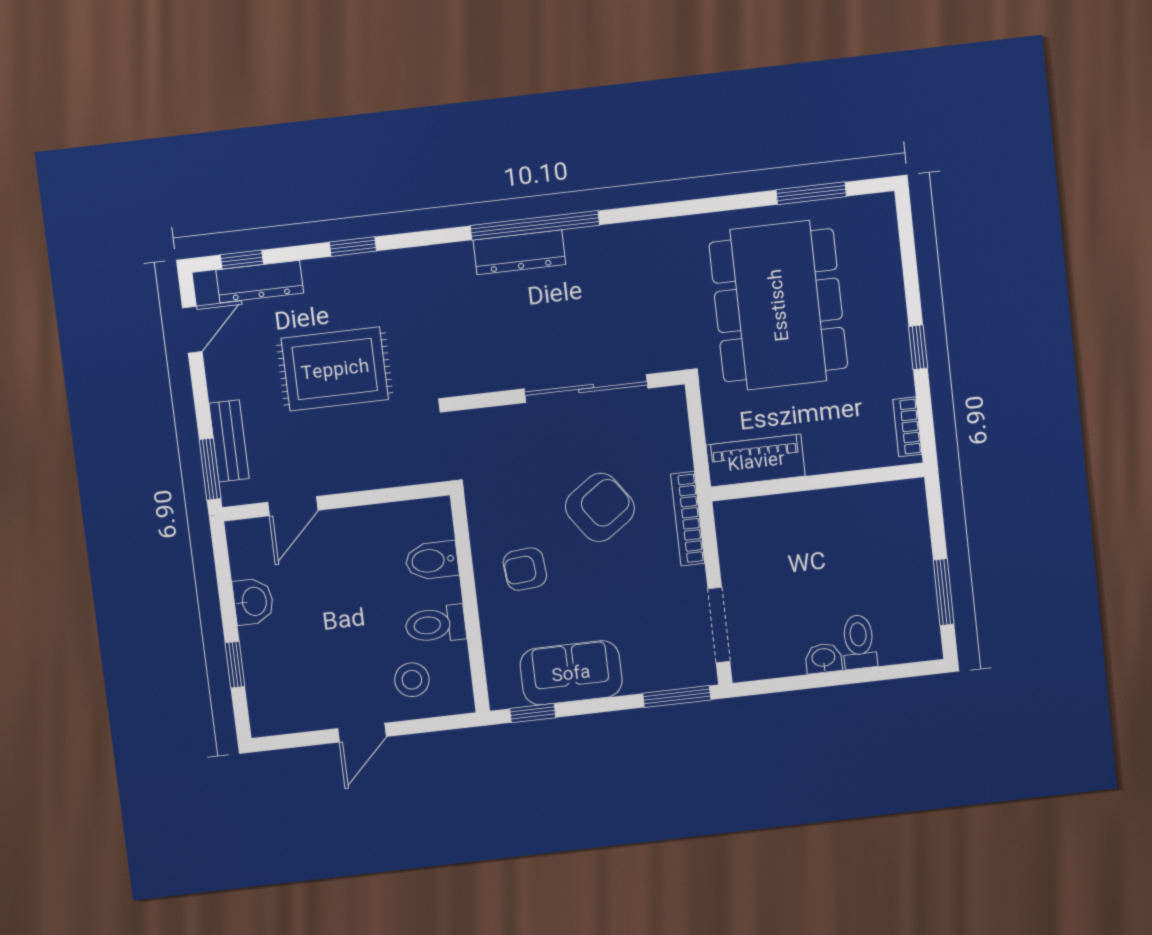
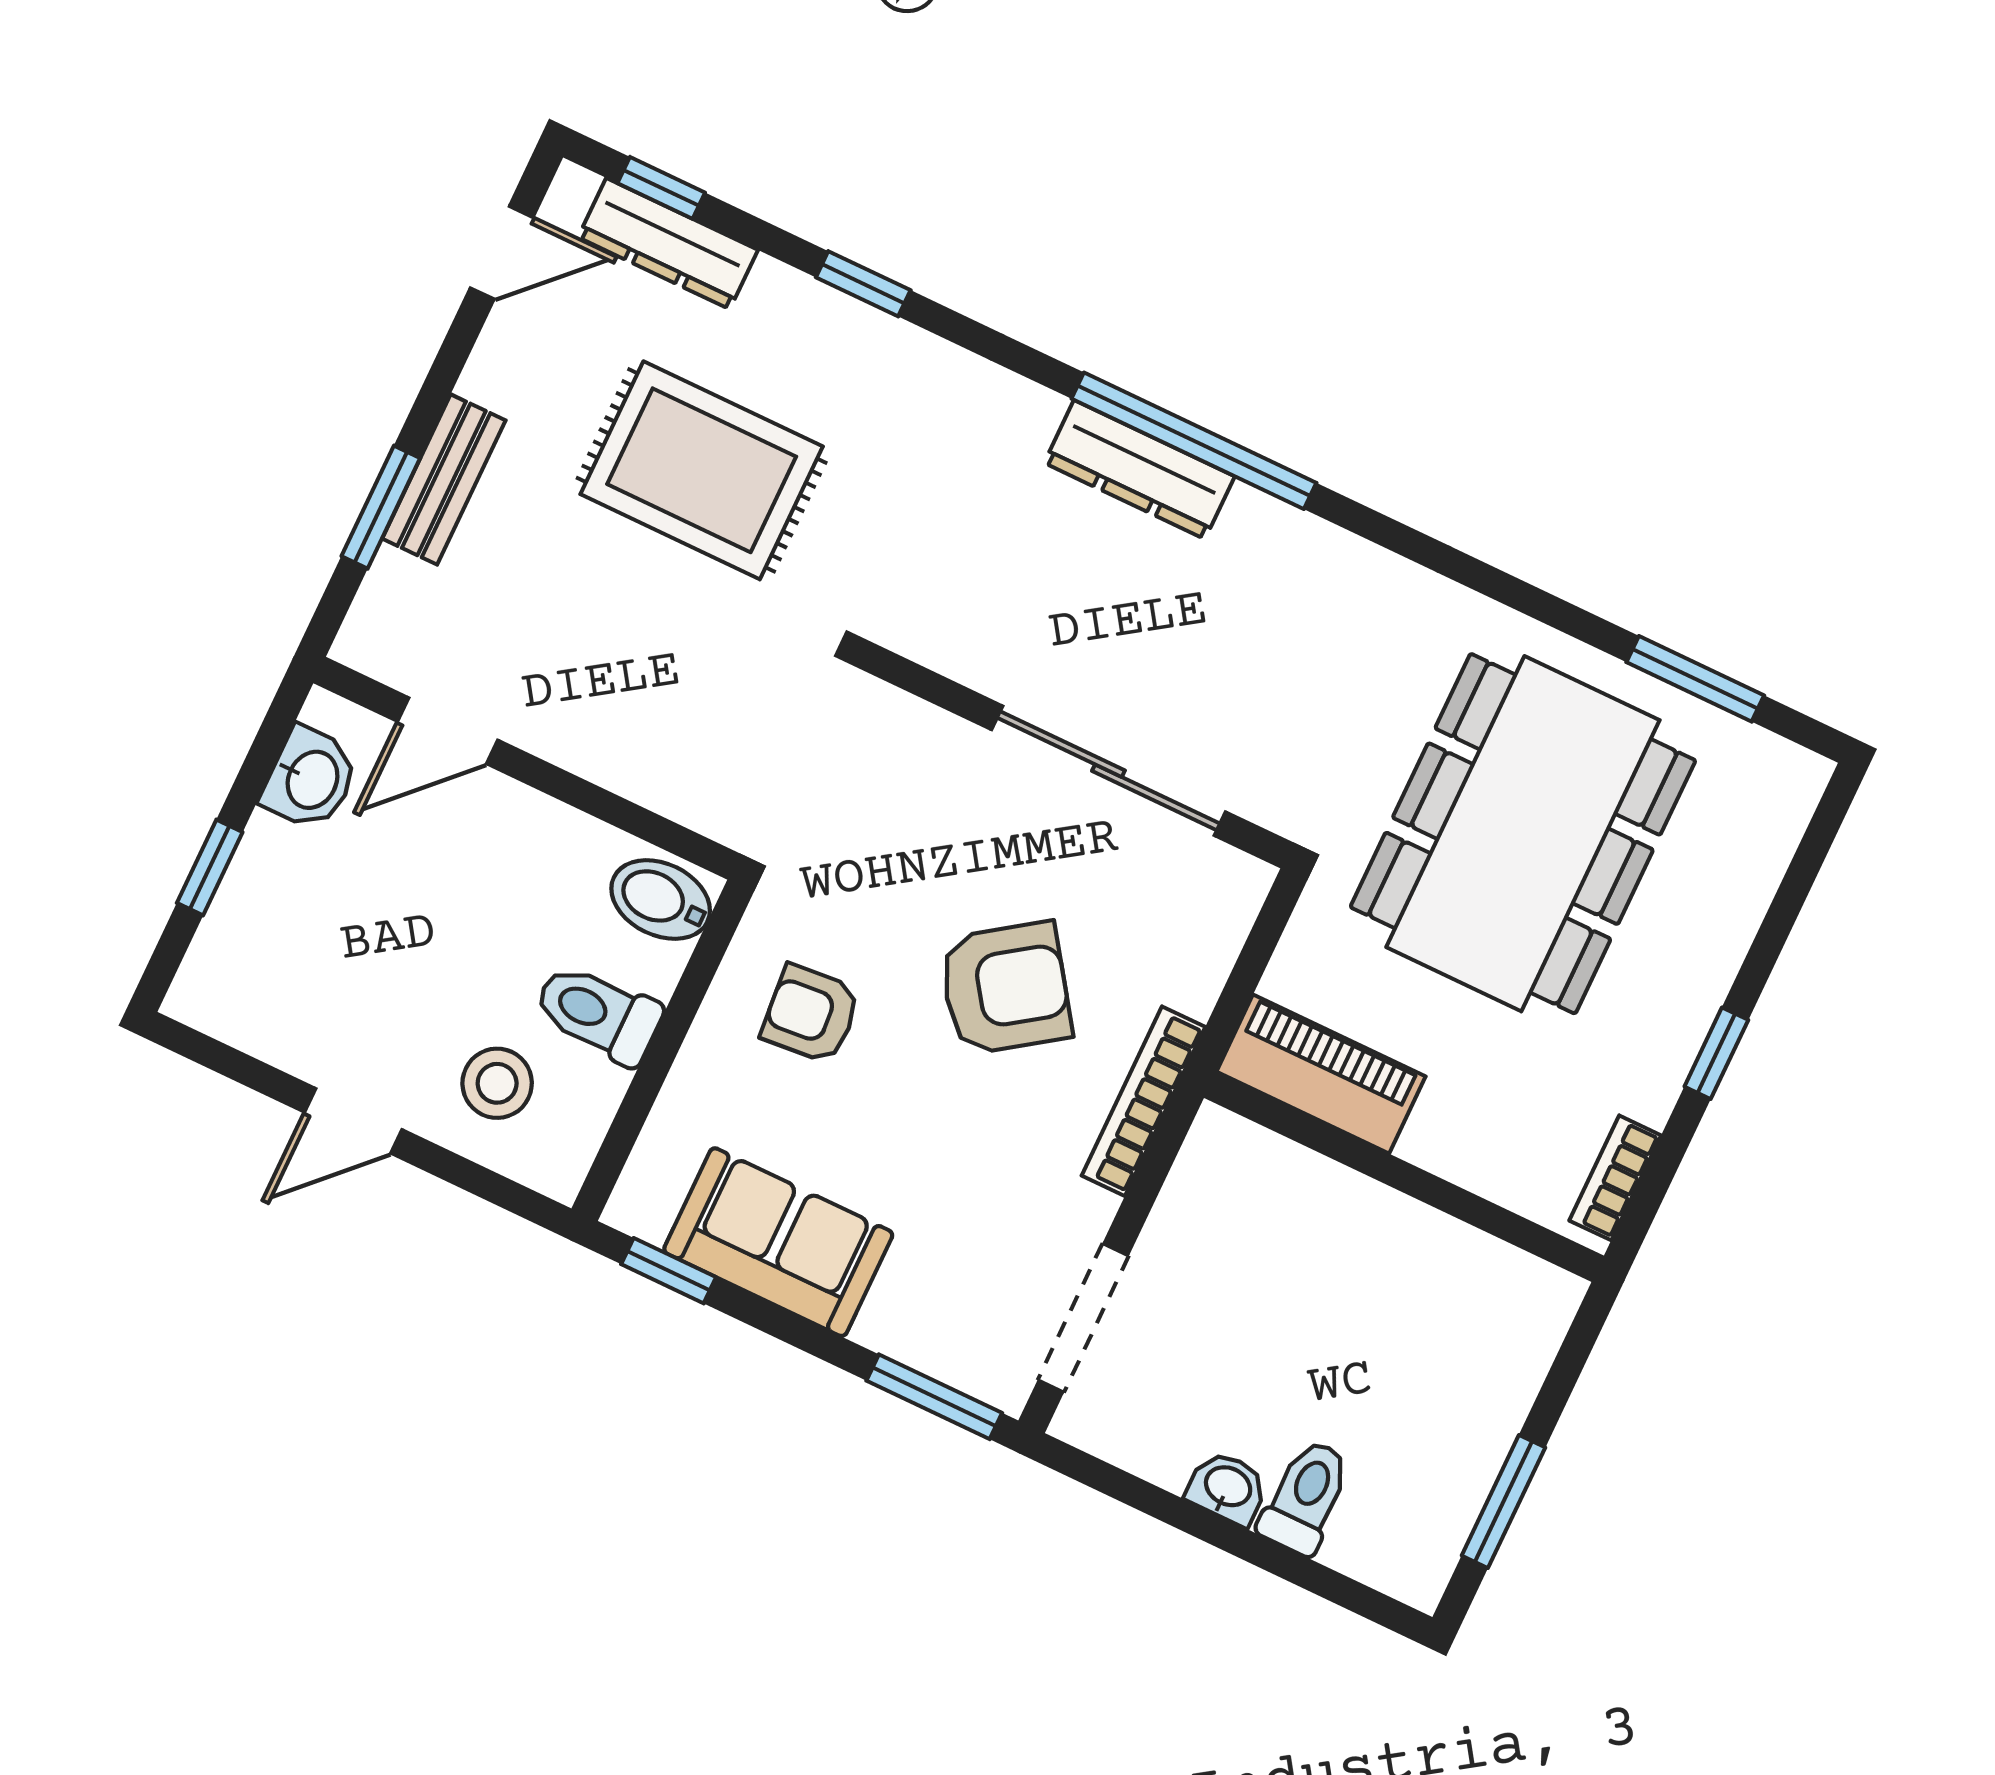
wall: (336, 501) -> (527, 768), moved
door: (293, 506) -> (448, 731), moved

